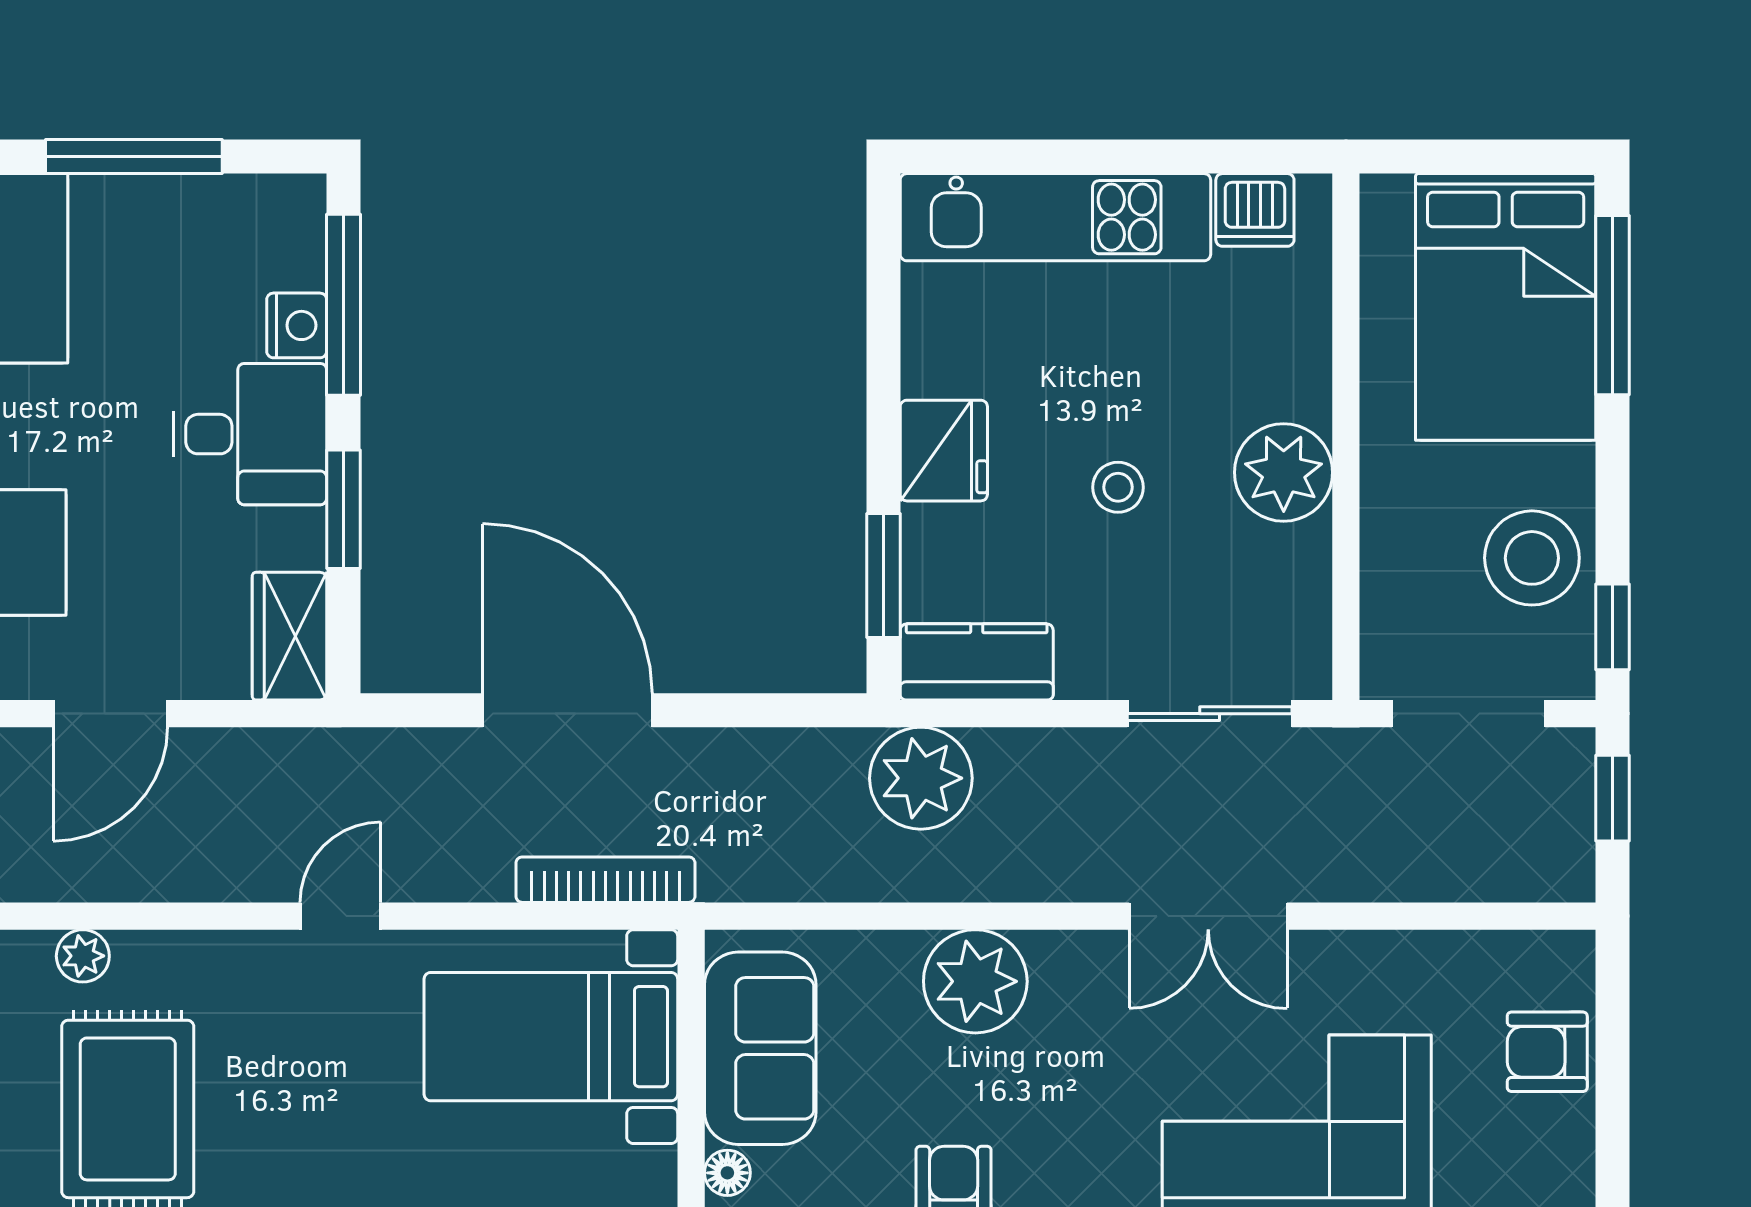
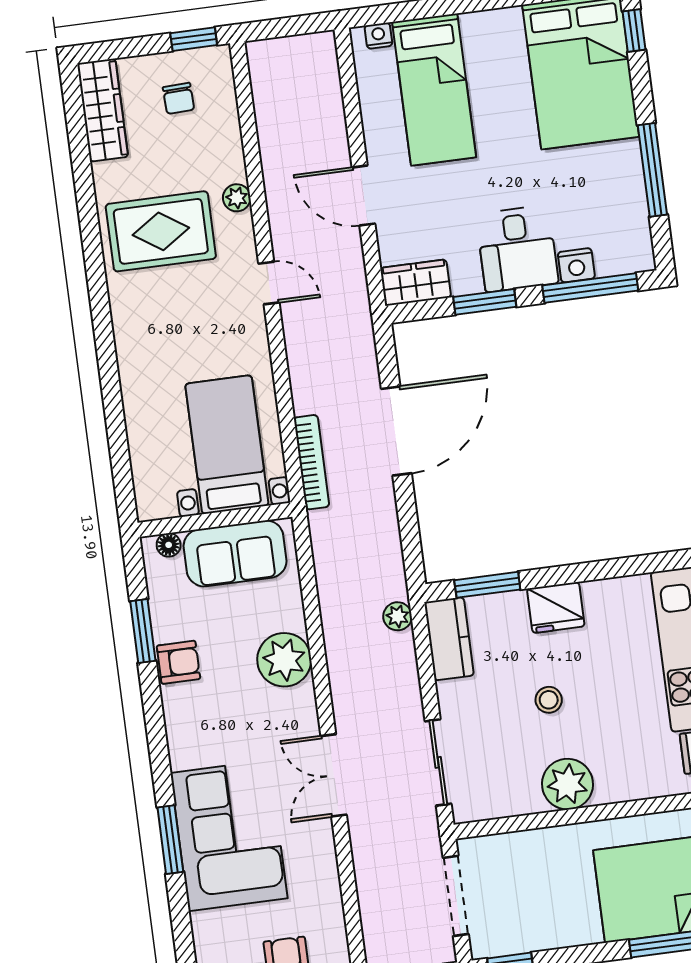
stool: (1532, 558) -> (540, 918), removed
plant: (921, 778) -> (398, 616), width x0.53, depth x0.53
door: (340, 916) -> (269, 283), moved

